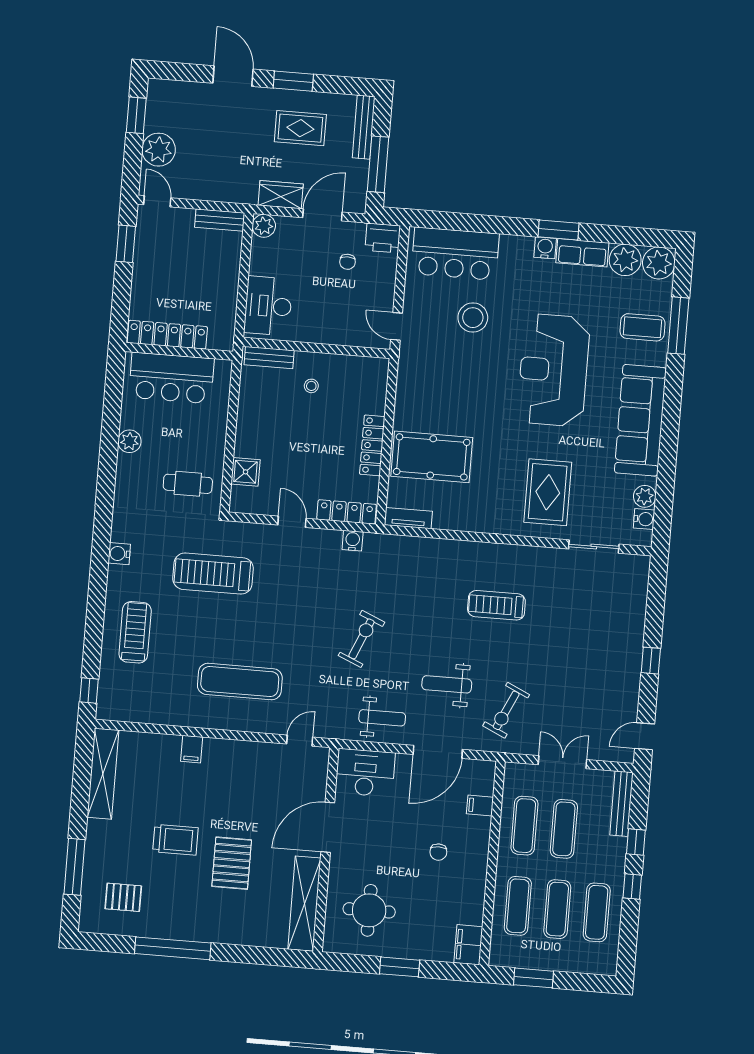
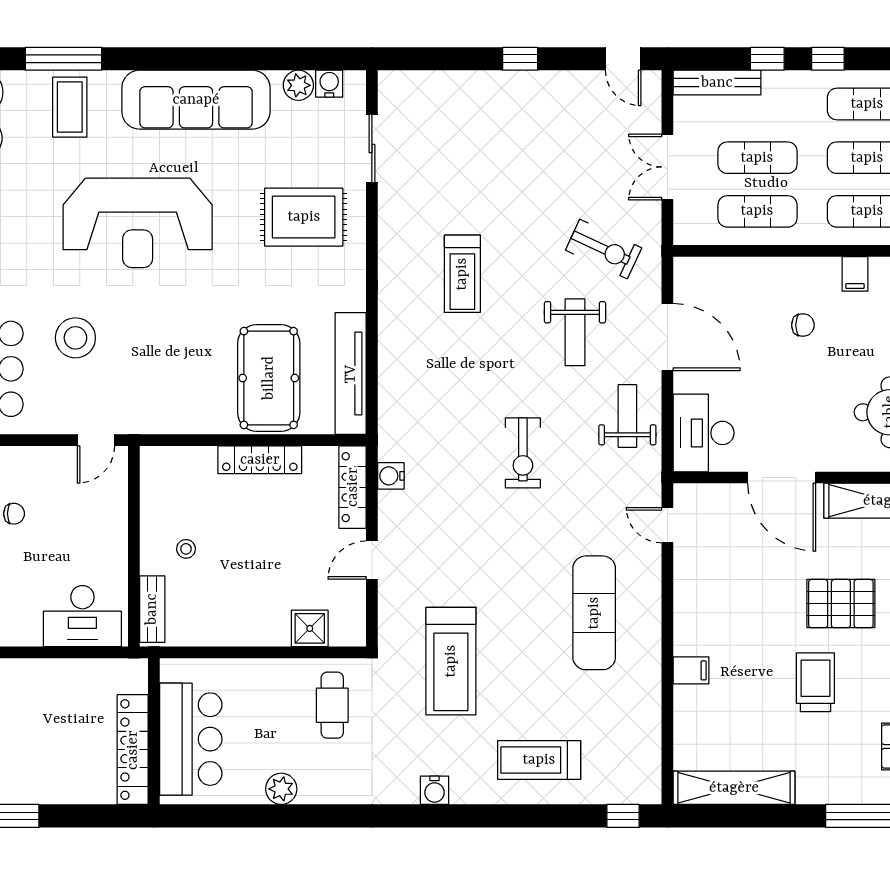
tv unit: (408, 518) -> (351, 374), width x1.92, depth x1.29
exercise bike: (361, 639) -> (523, 453), turned -113
filing cabinet: (480, 805) -> (855, 274), moved

